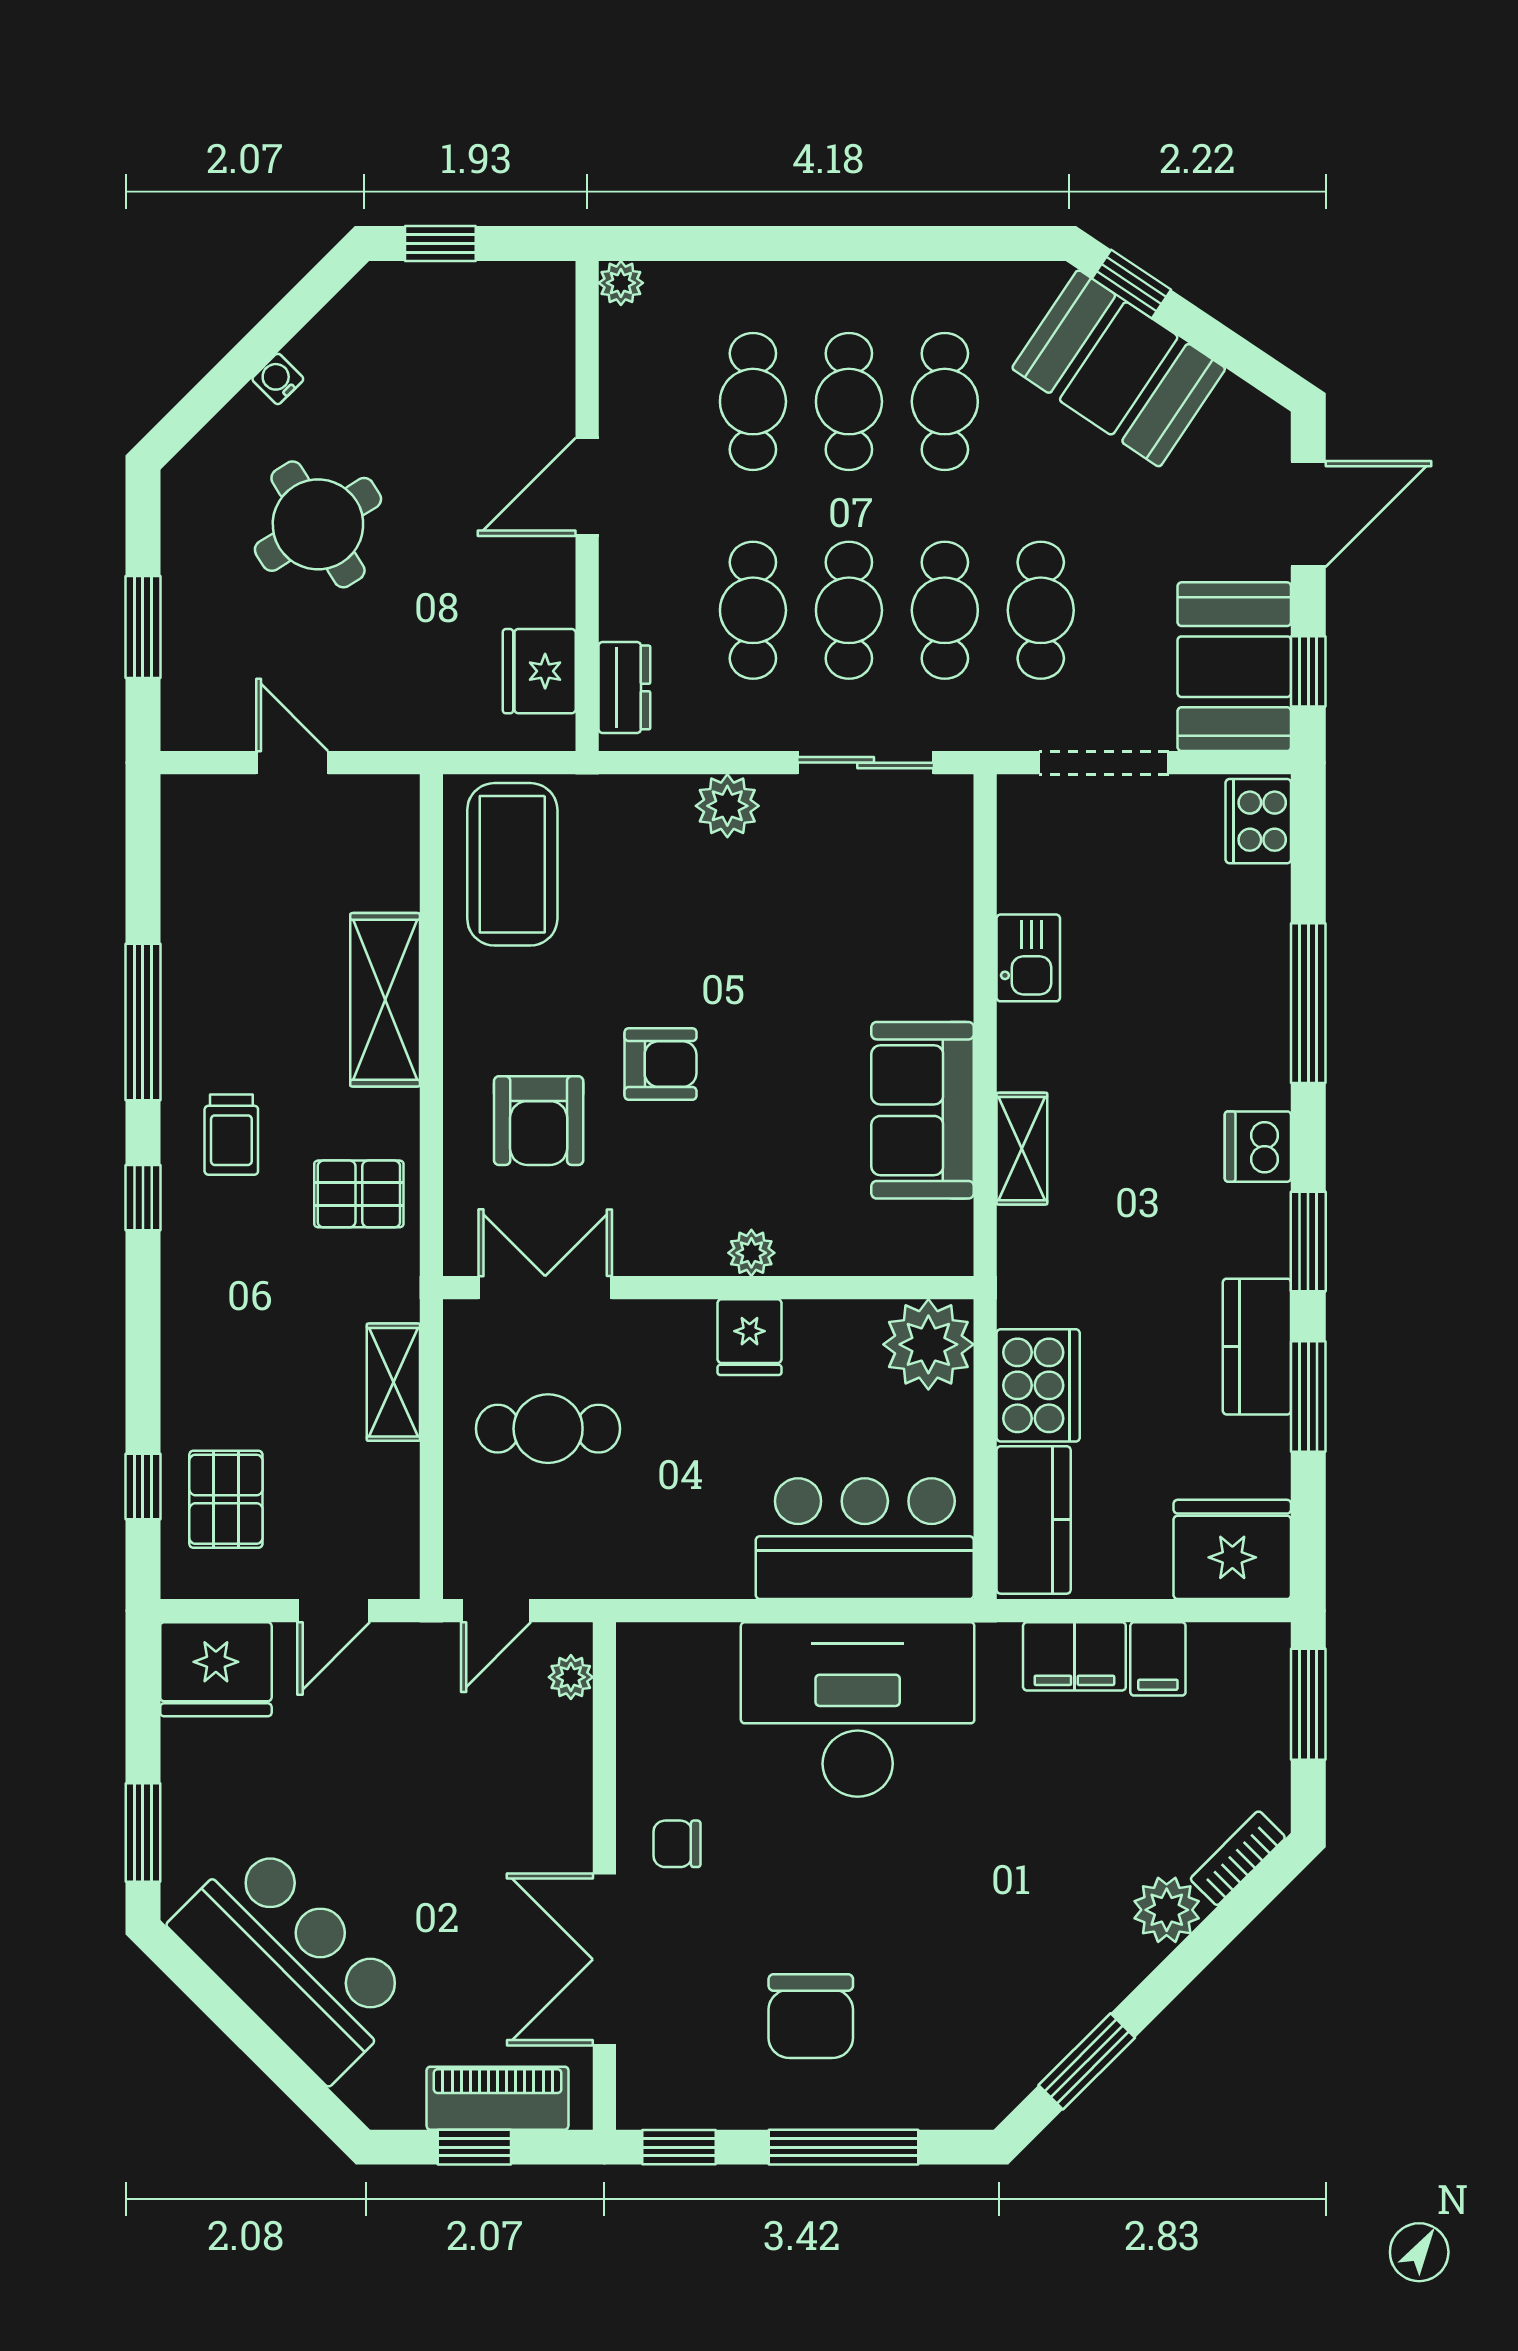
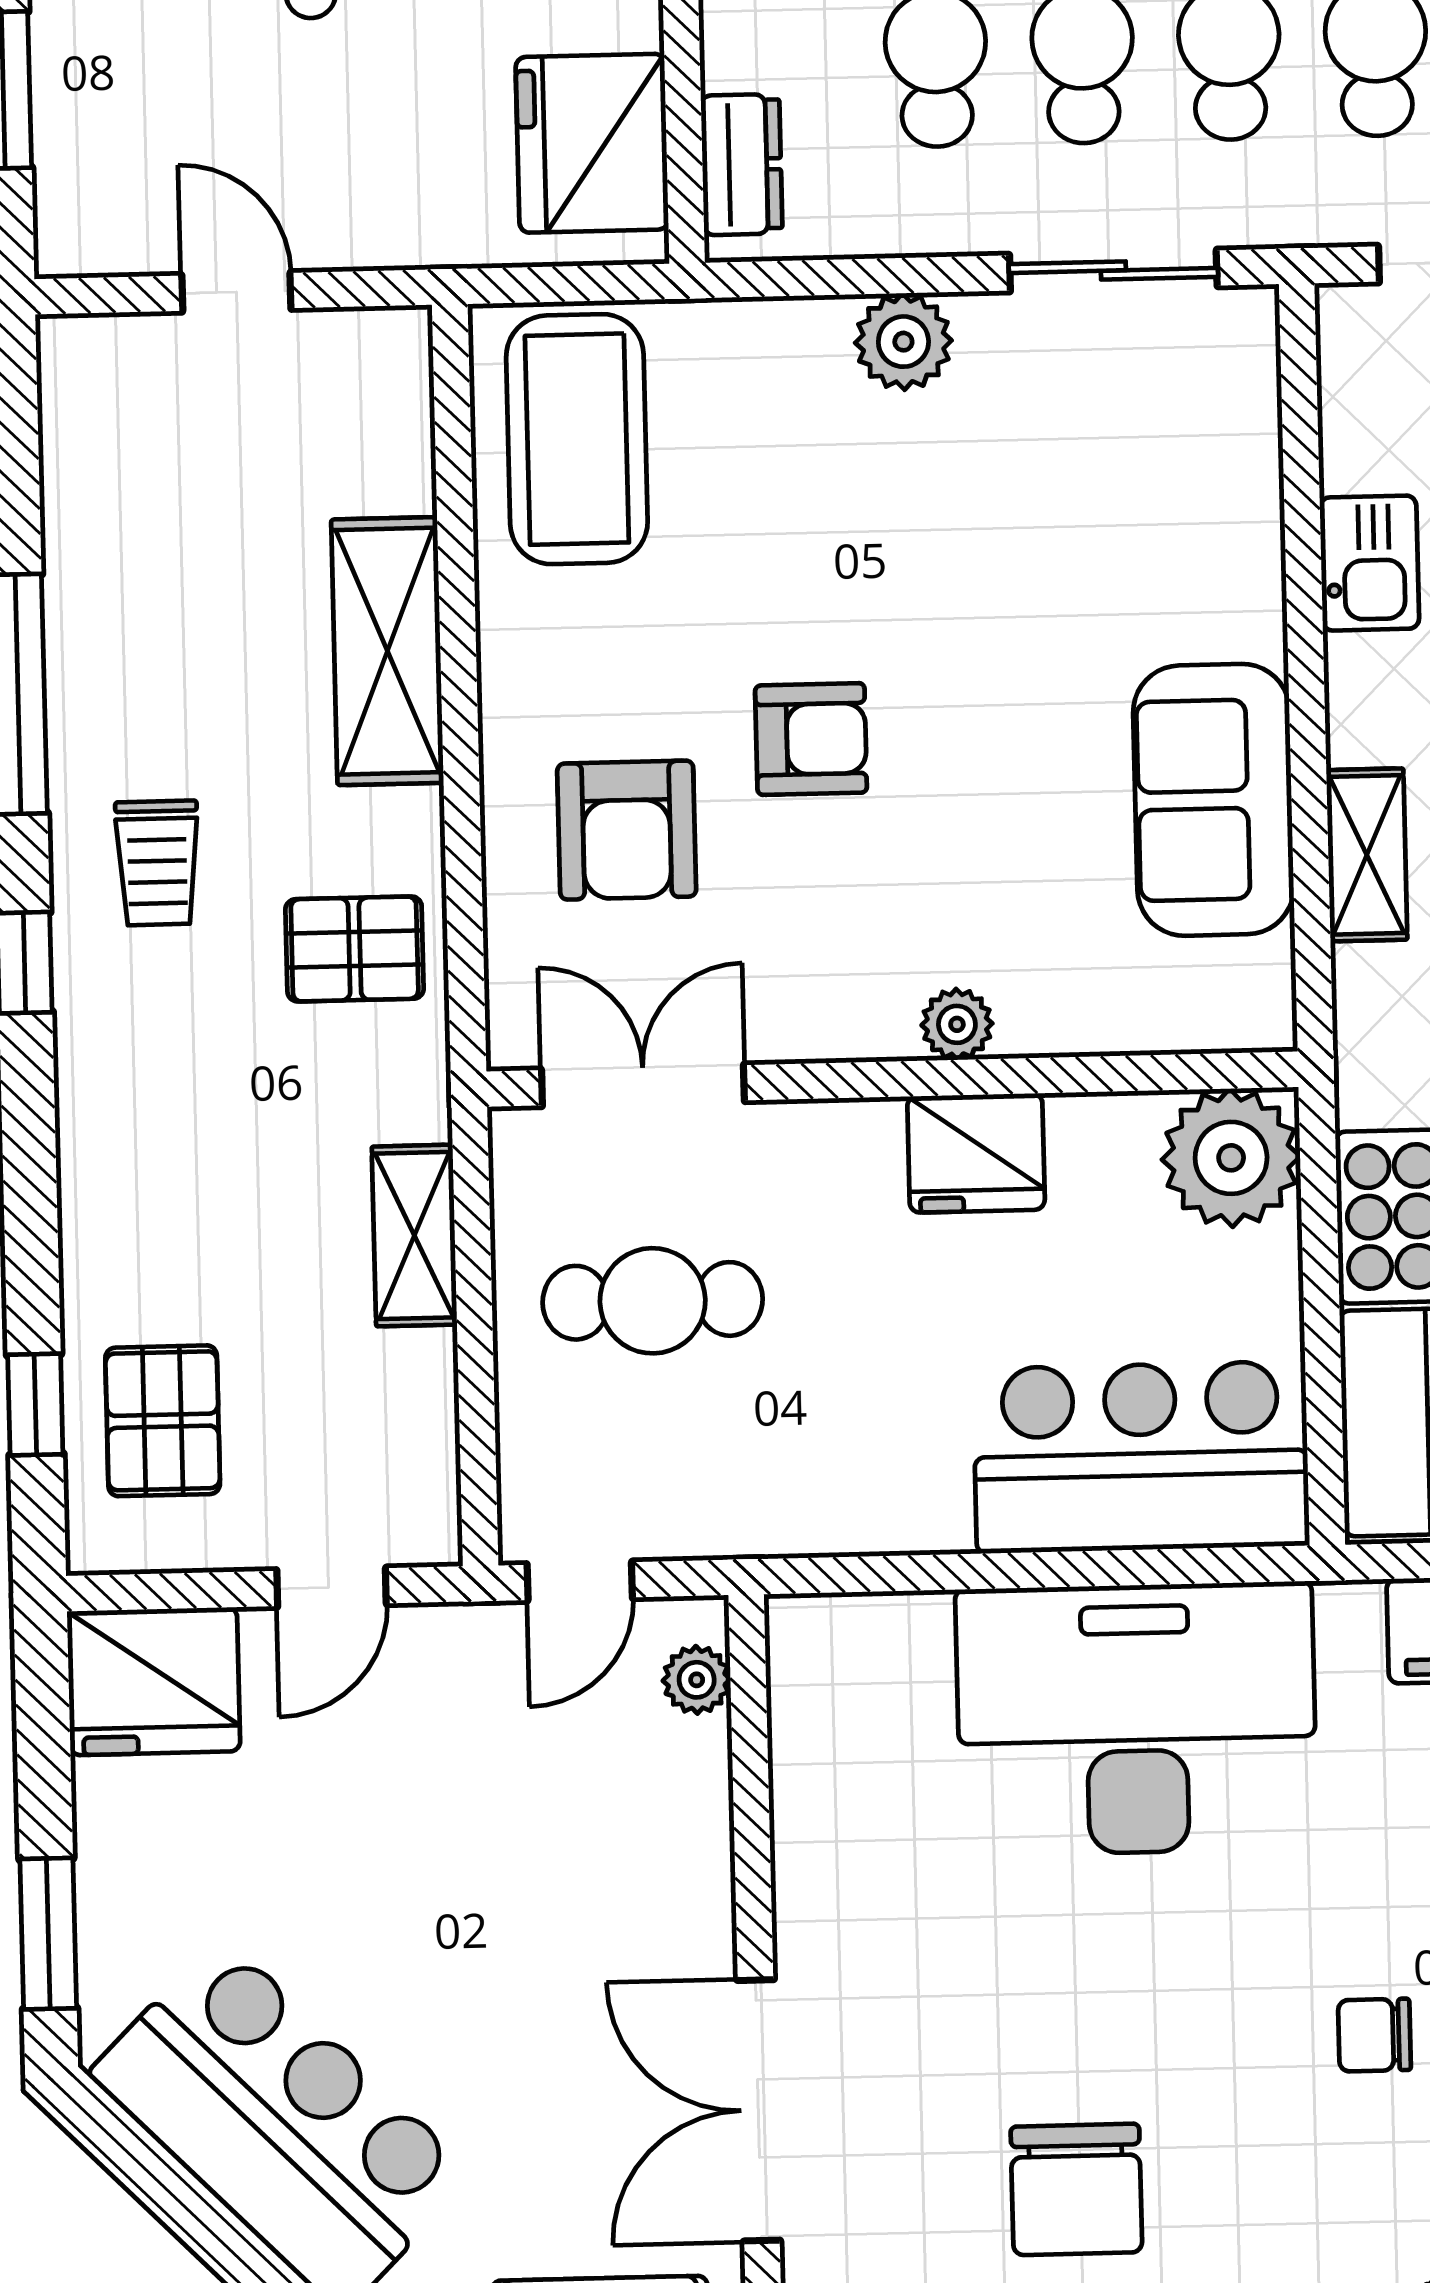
fridge: (539, 671) -> (592, 143), width x1.36, depth x1.34
fridge: (750, 1337) -> (976, 1153), width x1.38
chair: (677, 1844) -> (1374, 2035), moved

